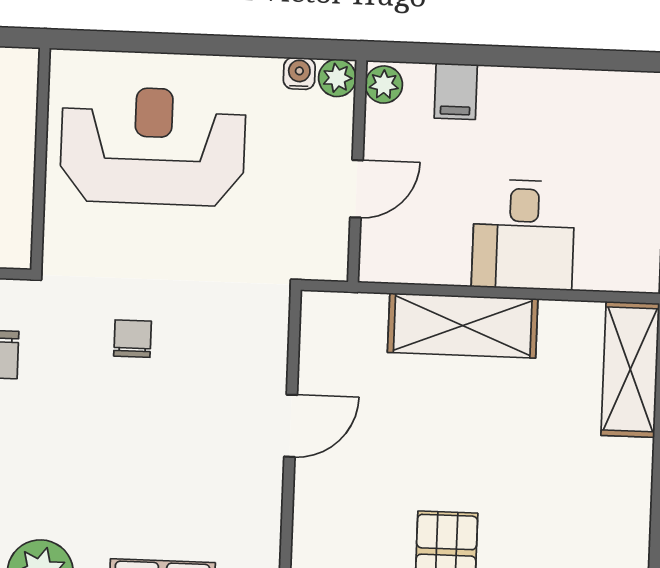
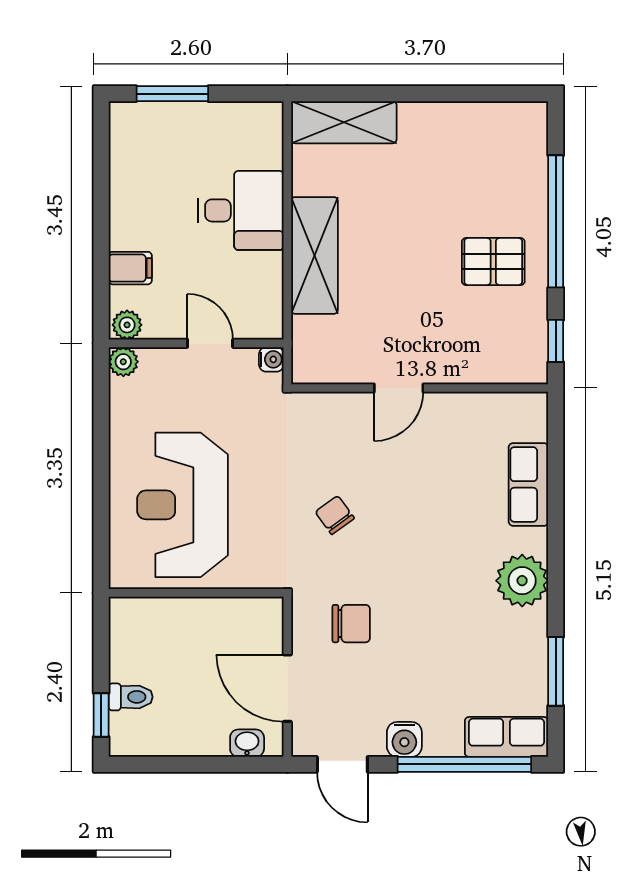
water cooler: (299, 73) -> (271, 359), moved, turned 180
chair: (133, 339) -> (335, 515), turned 54
door: (291, 426) -> (399, 388), swing flipped

